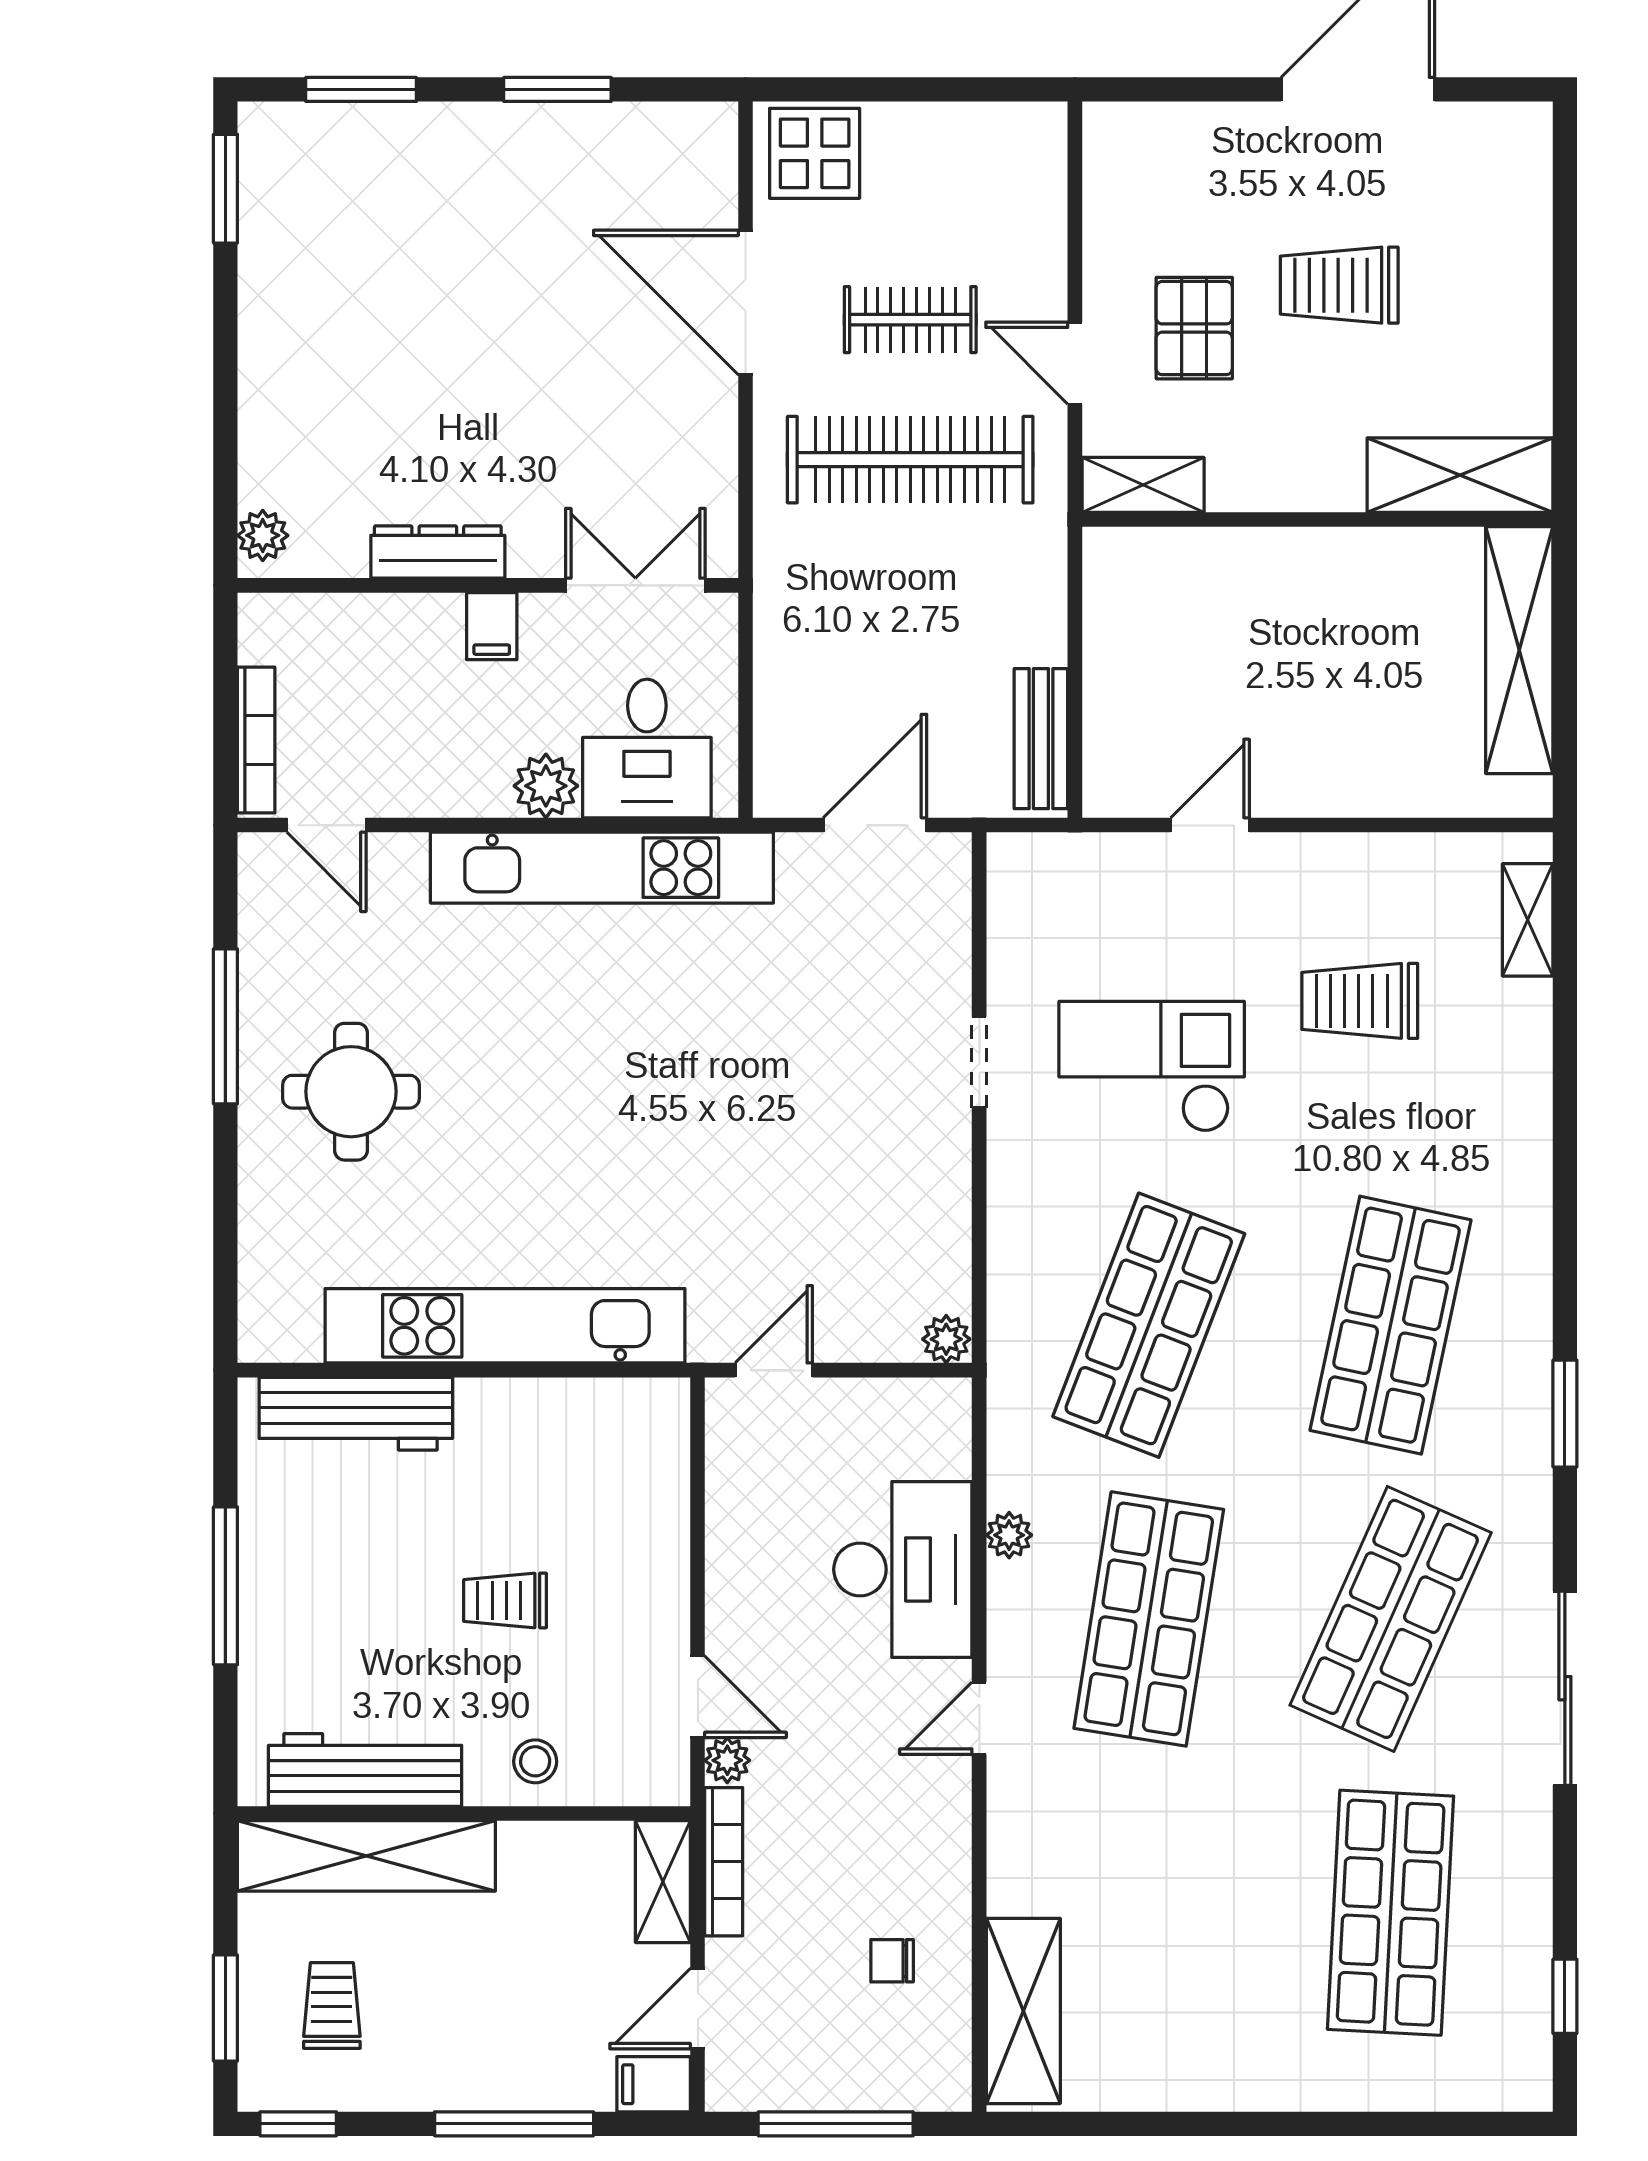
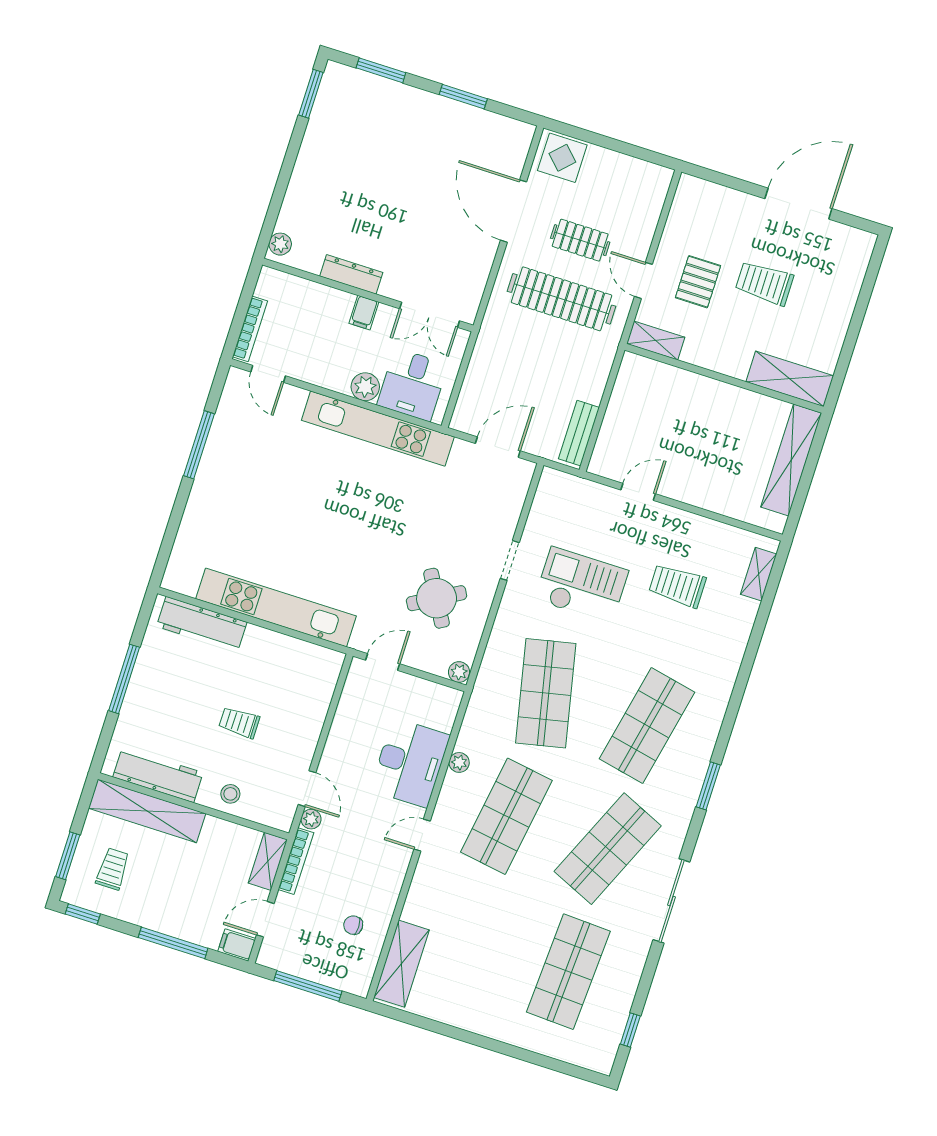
double door: (635, 585) -> (430, 315), swing flipped
round table: (351, 1092) -> (437, 598), moved, turned -30
shop shelf: (1149, 1325) -> (546, 693), turned -33

